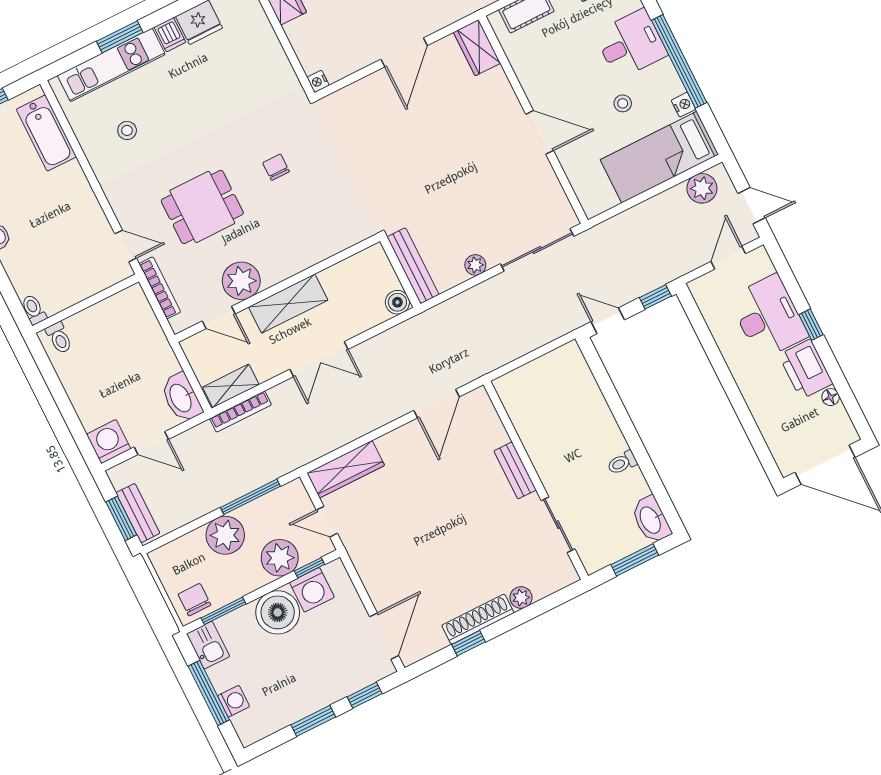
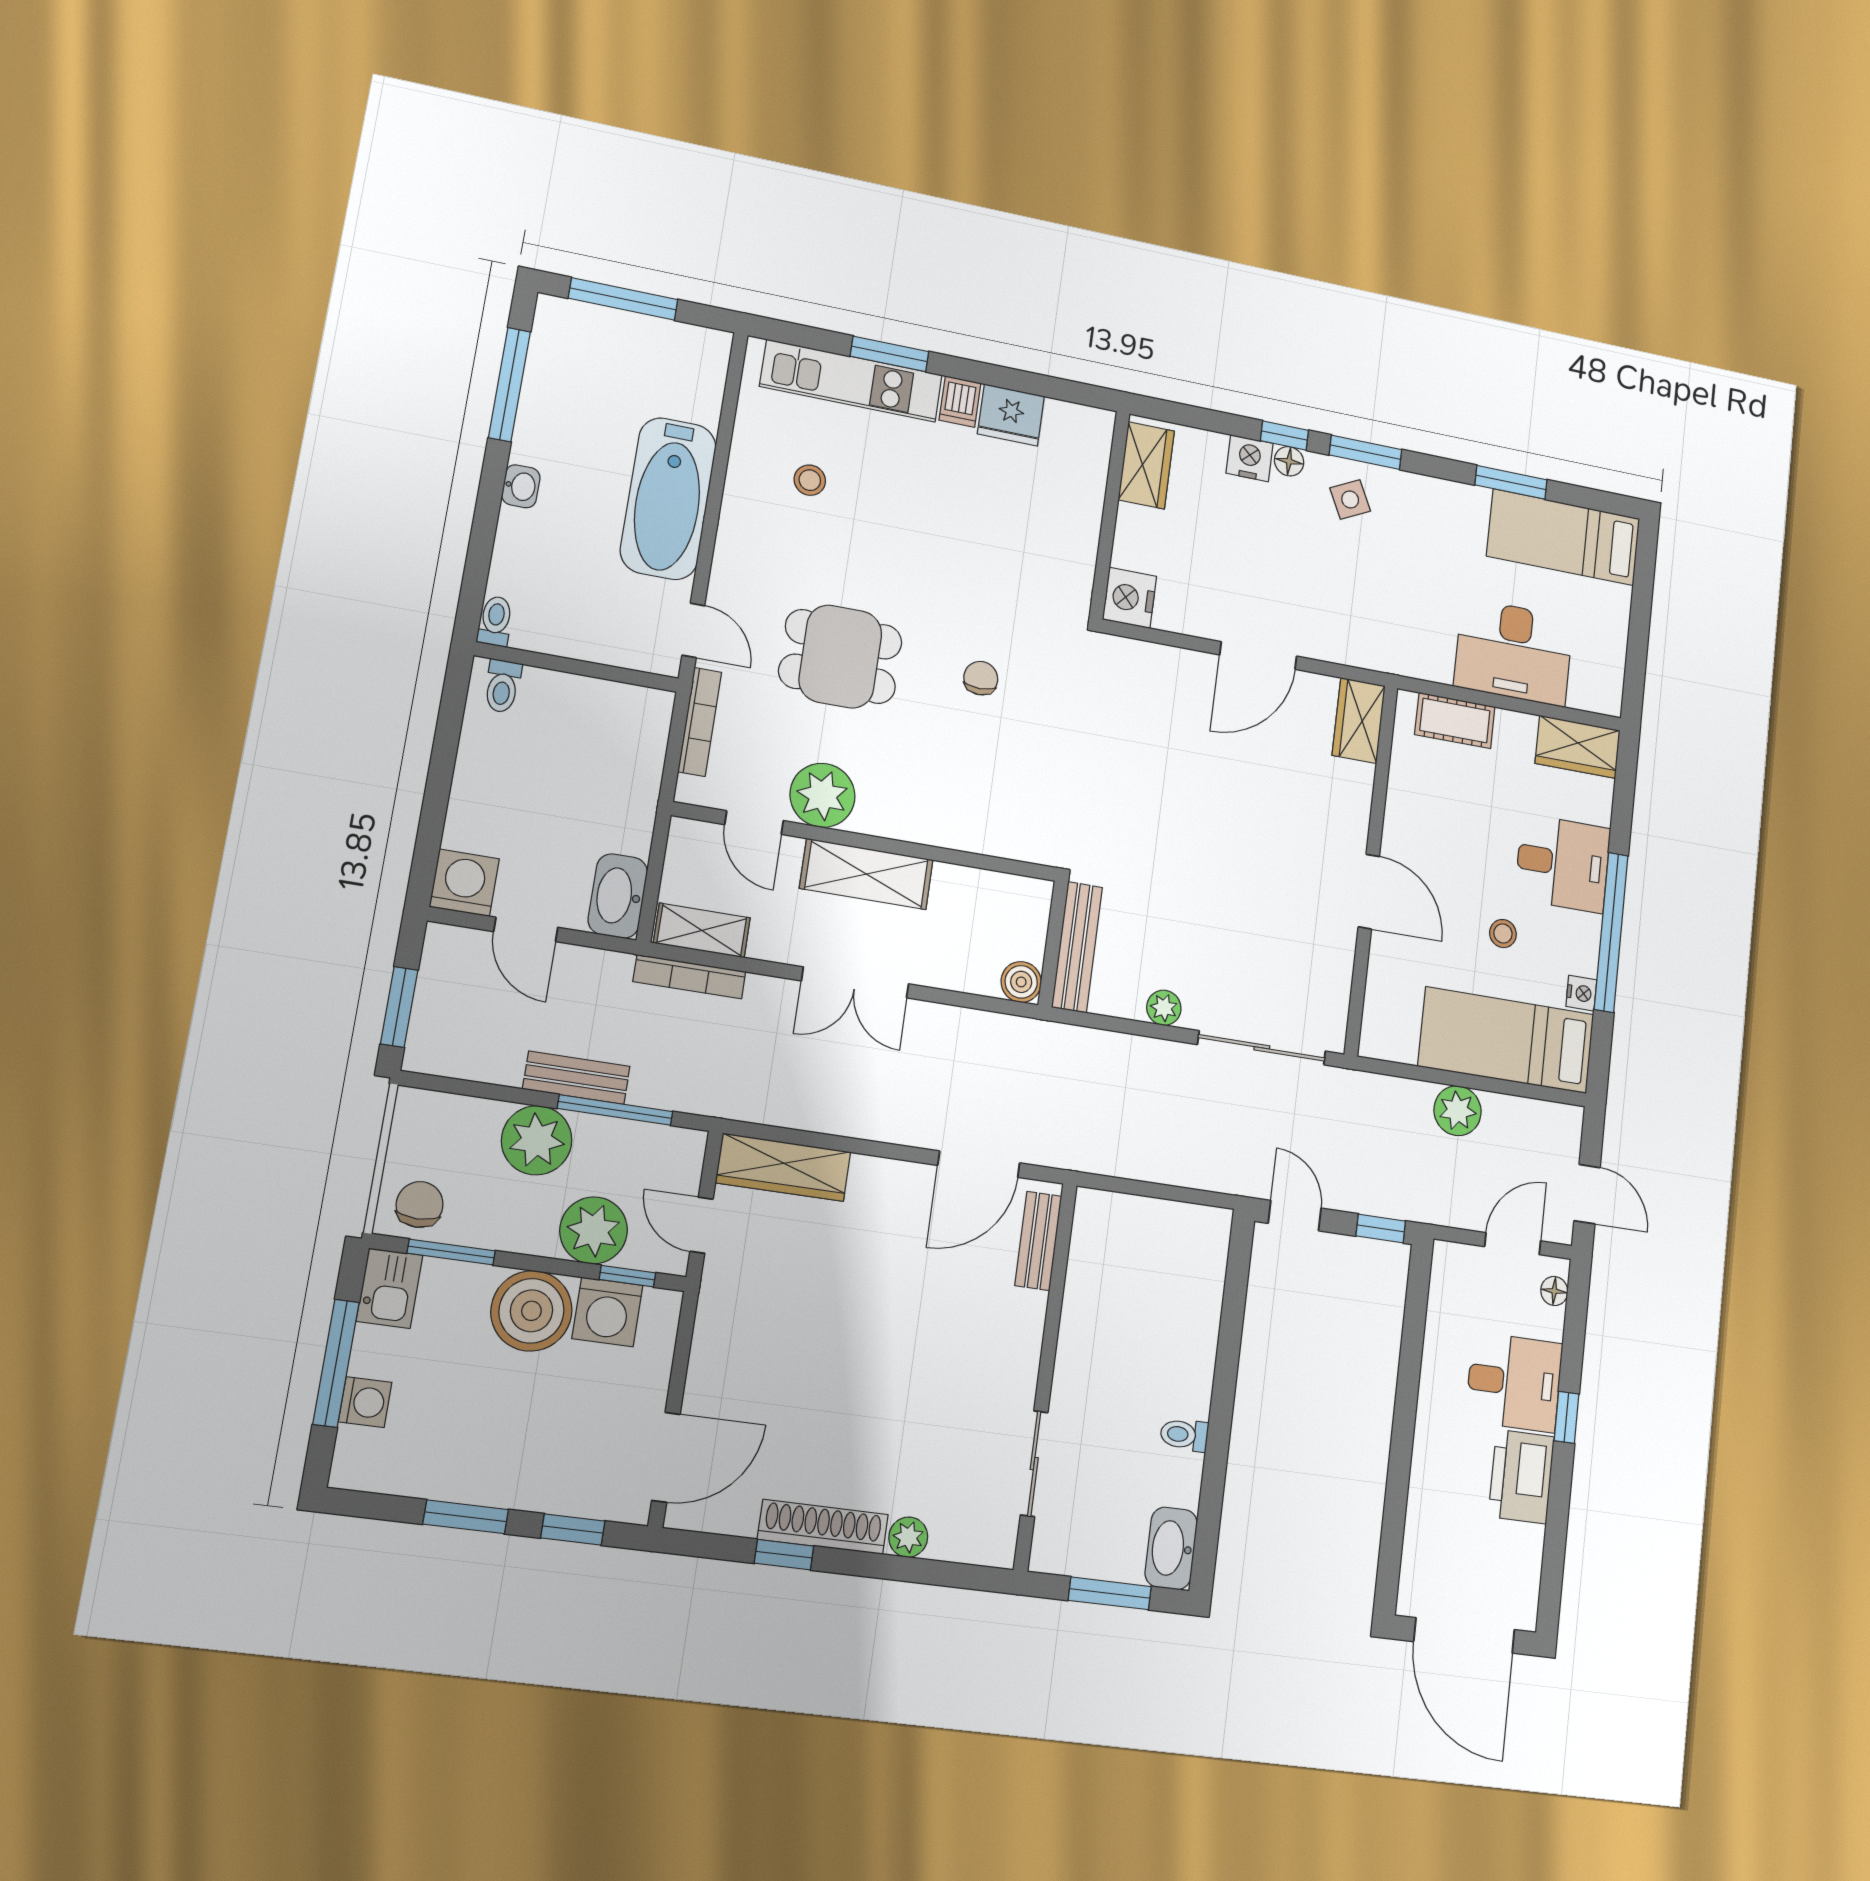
nightstand: (318, 81) -> (1129, 598), width x1.89, depth x1.79
bathtub: (46, 133) -> (668, 498), moved, width x1.36, depth x1.36
plant: (702, 188) -> (1458, 1111), moved
desk: (768, 317) -> (1514, 1382), width x0.73
floor lamp: (831, 397) -> (1554, 1291), moved
bench: (515, 470) -> (1038, 1241), moved
bench: (138, 513) -> (576, 1078), moved, turned 90

